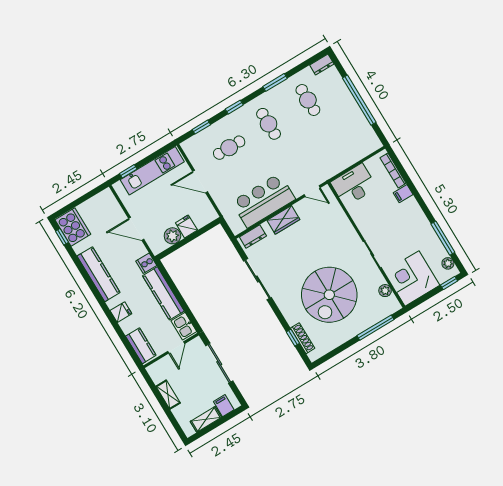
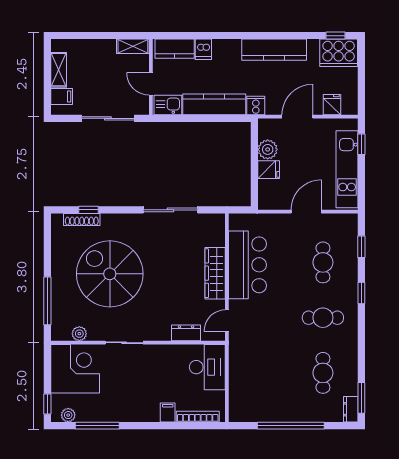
window: (275, 82) -> (361, 398), moved
cafe table: (308, 100) -> (323, 373), turned 90
wardrobe: (283, 220) -> (215, 273), width x1.50
dresser: (253, 236) -> (186, 333), moved, turned 90
fridge: (121, 312) -> (332, 105), moved, turned 180
dishwasher: (129, 325) -> (203, 49), added
shelving: (168, 395) -> (133, 46), moved

